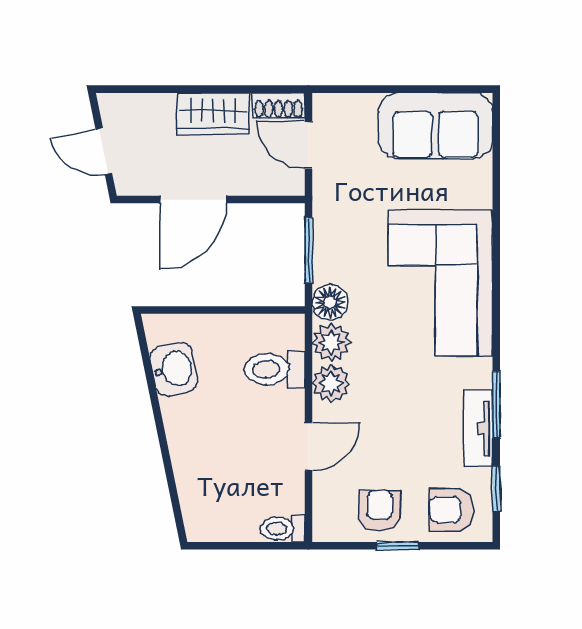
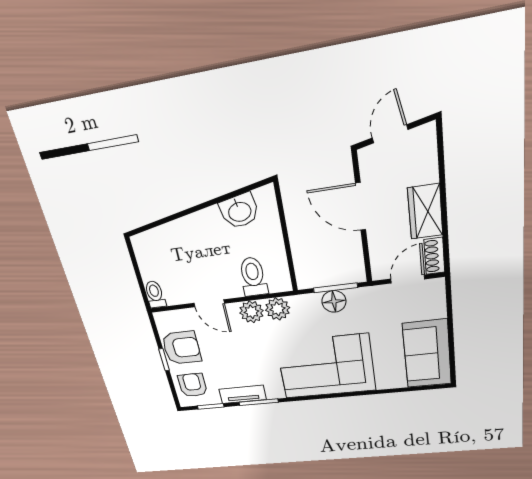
floor lamp: (330, 302) -> (334, 301), moved
armchair: (380, 511) -> (181, 348), width x1.38, depth x1.38

